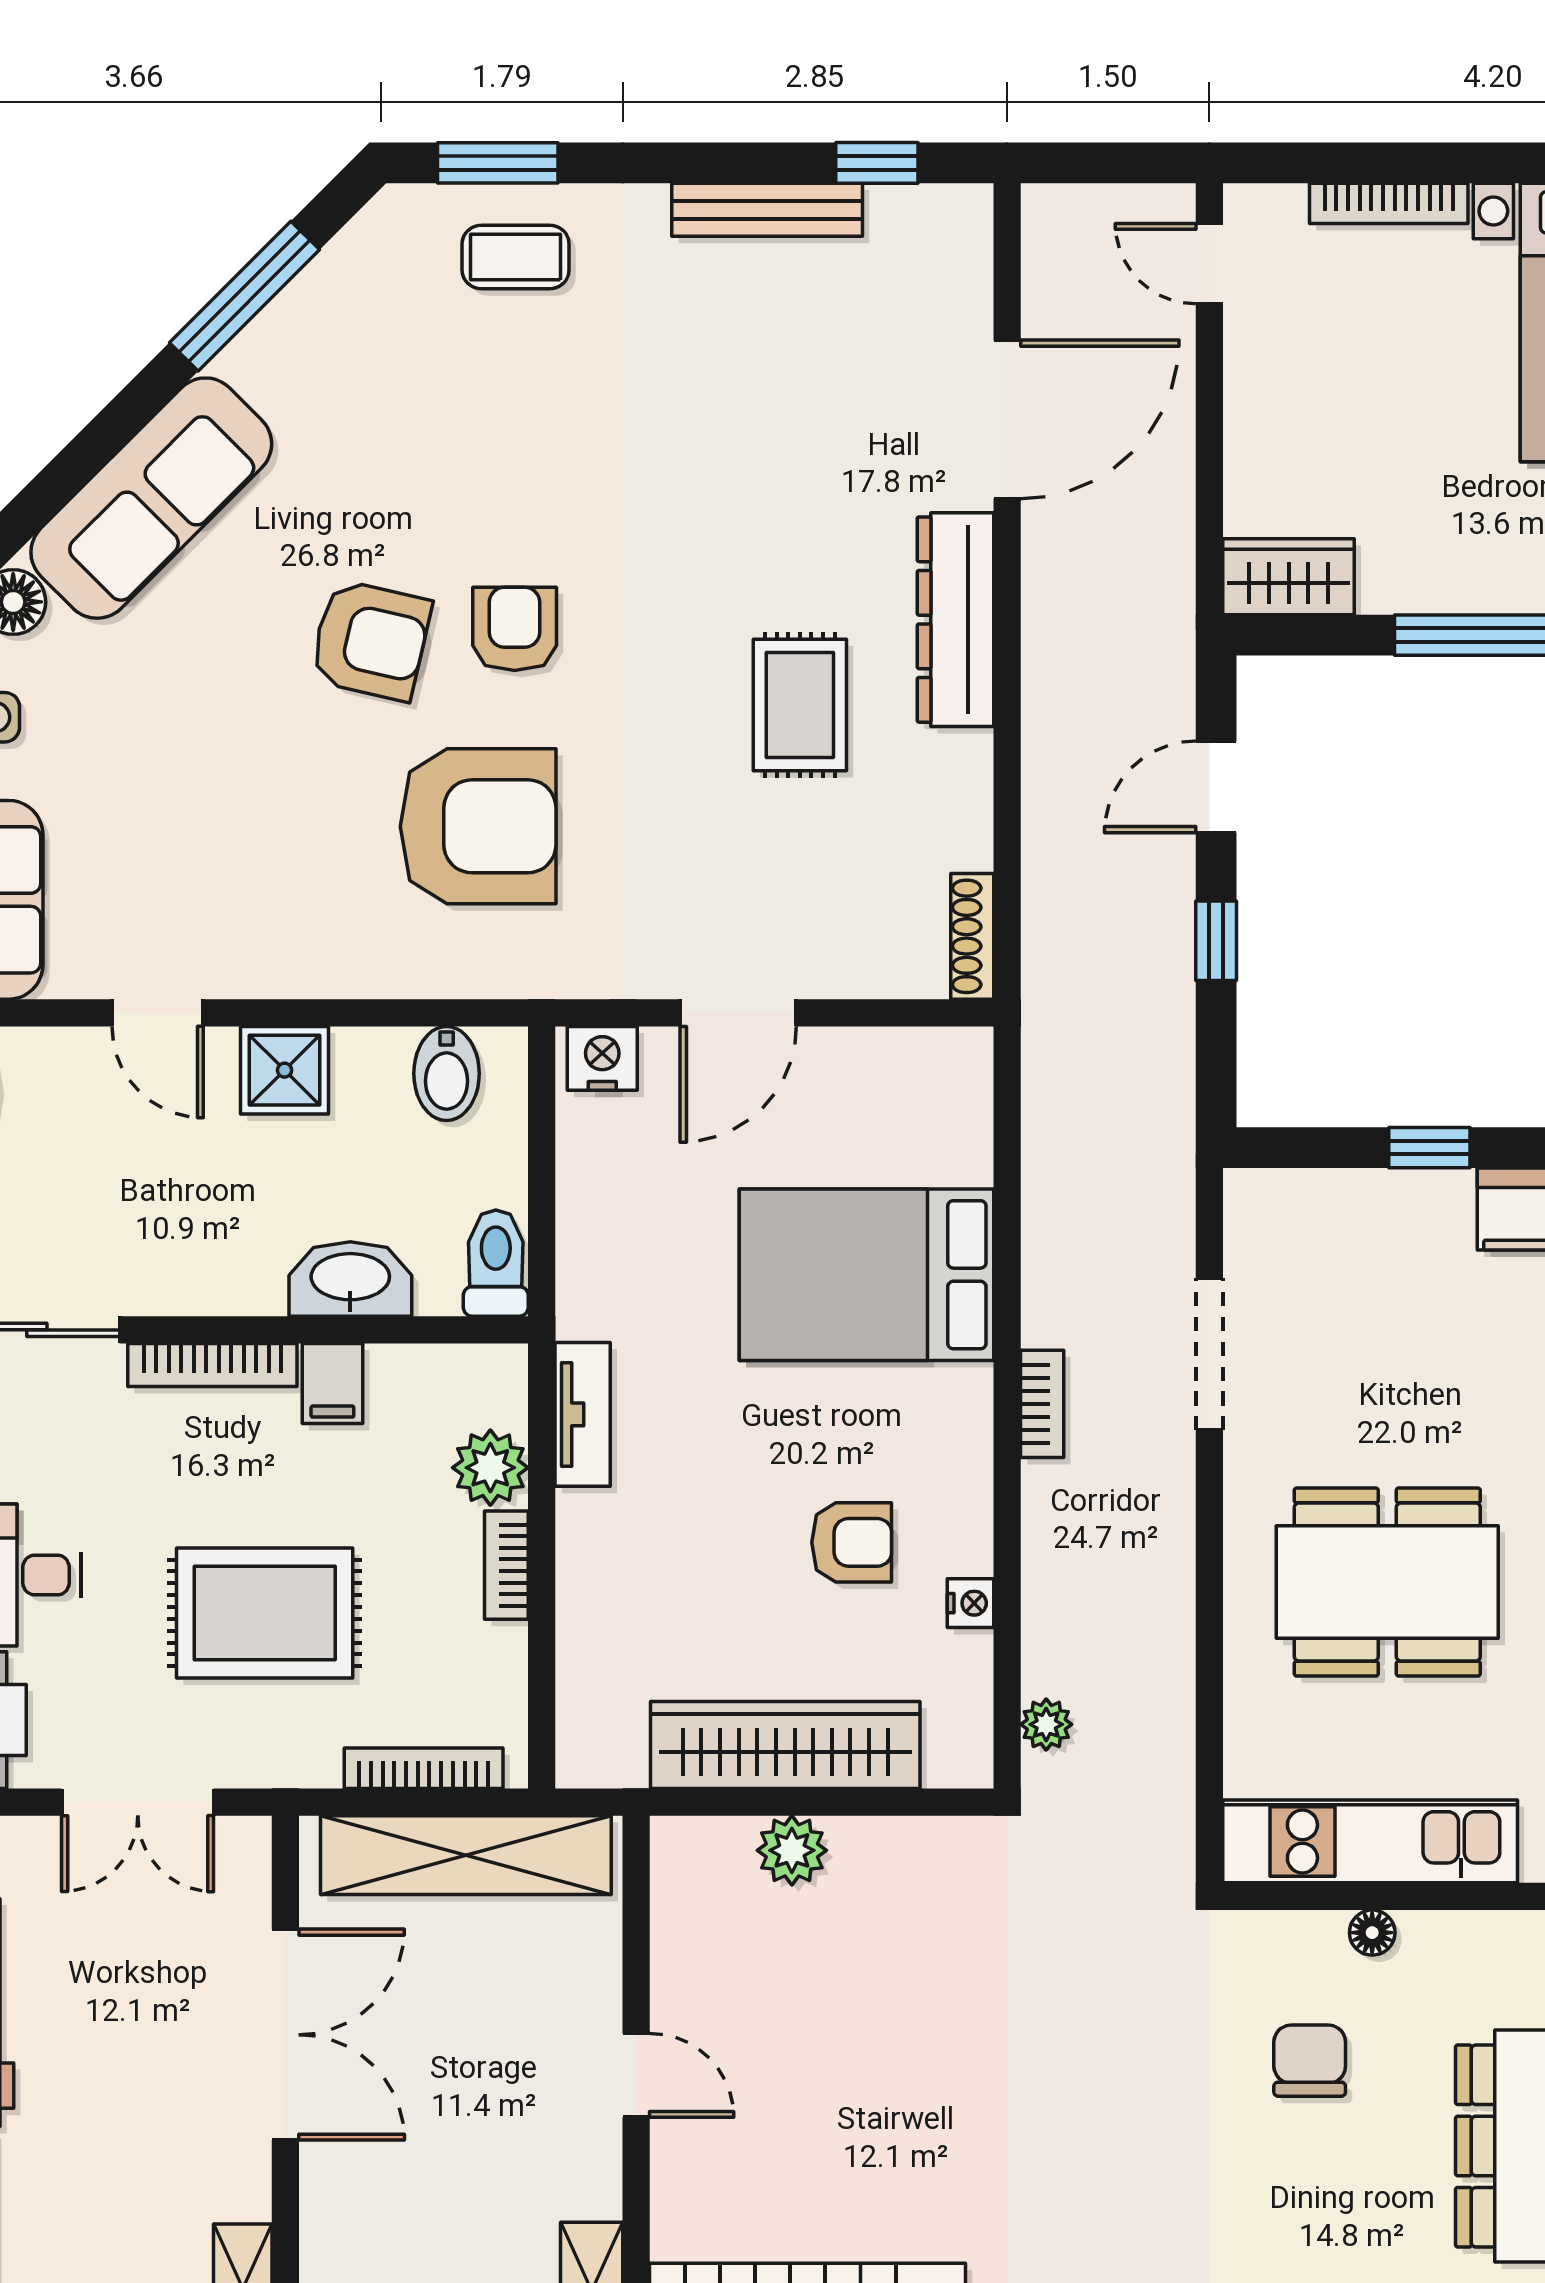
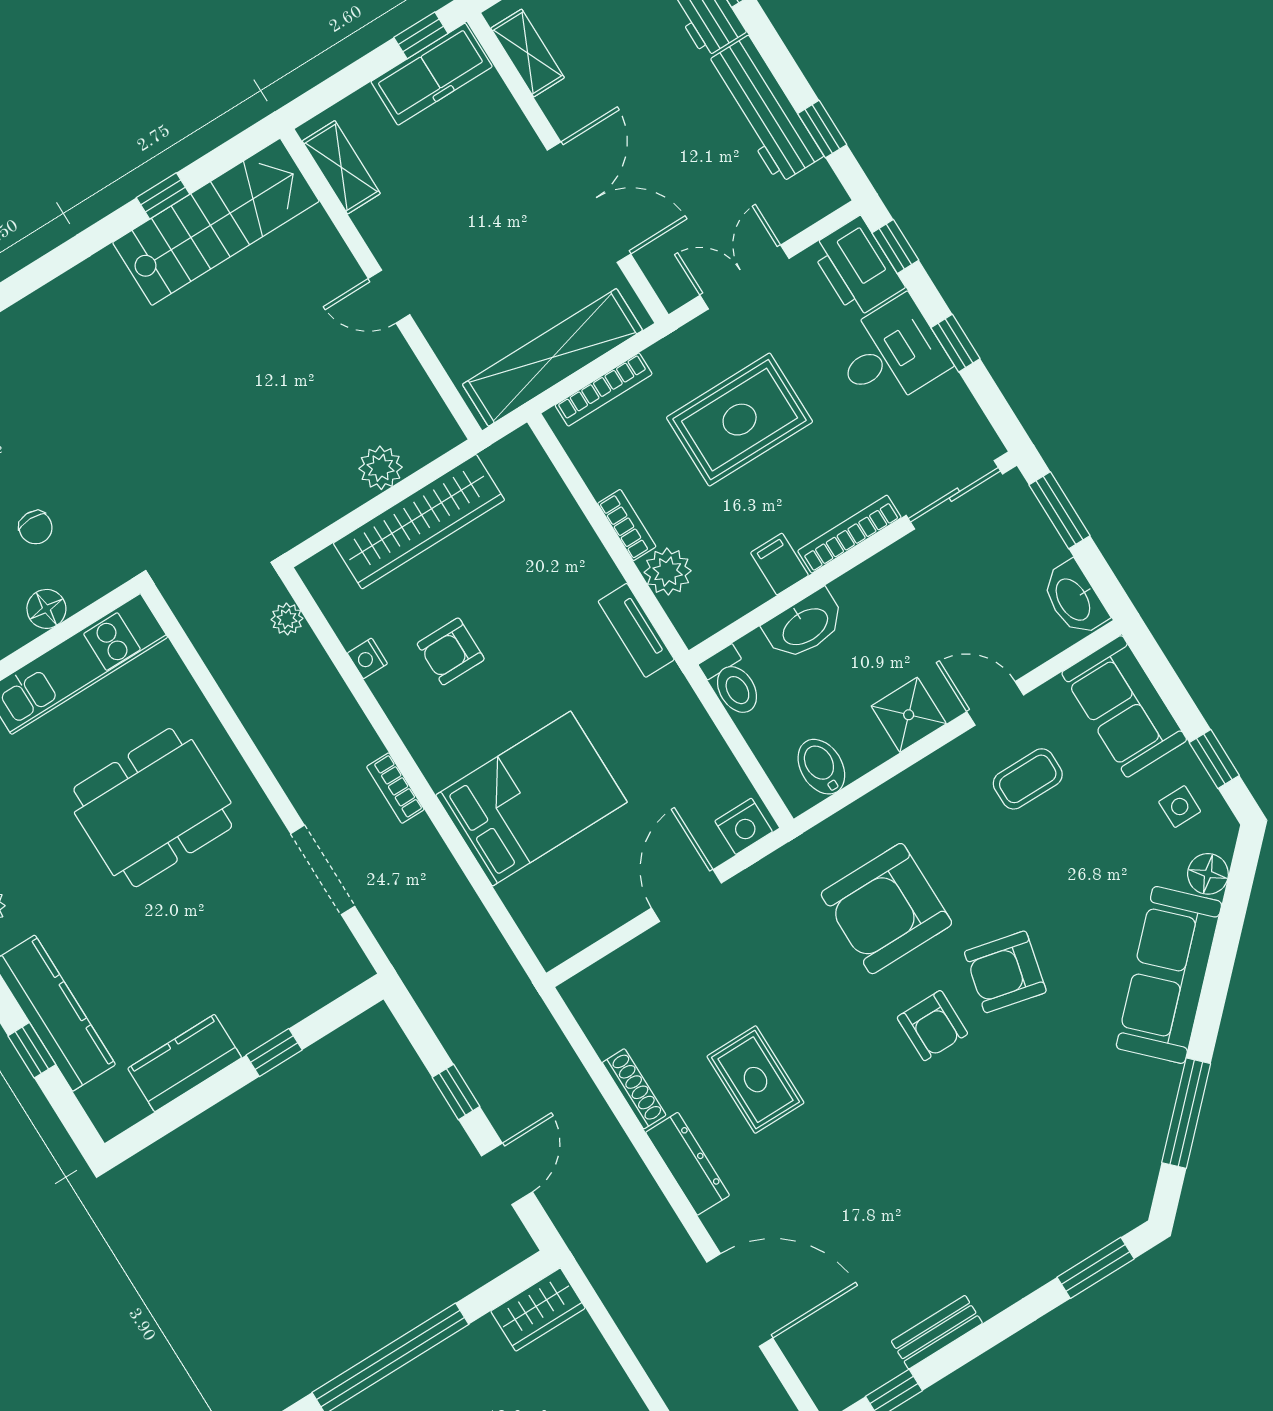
bench: (767, 210) -> (937, 1332), width x0.73
coffee table: (516, 257) -> (1028, 779), moved
door: (1007, 419) -> (740, 1300), swing flipped
dresser: (955, 620) -> (688, 1164), width x0.73, depth x0.80
shoe rack: (972, 936) -> (634, 1089), moved
floor lamp: (1372, 1933) -> (46, 609), width x1.37, depth x1.37
double door: (285, 2035) -> (589, 202), swing flipped
chair: (1310, 2061) -> (36, 527), width x0.73, depth x0.73

